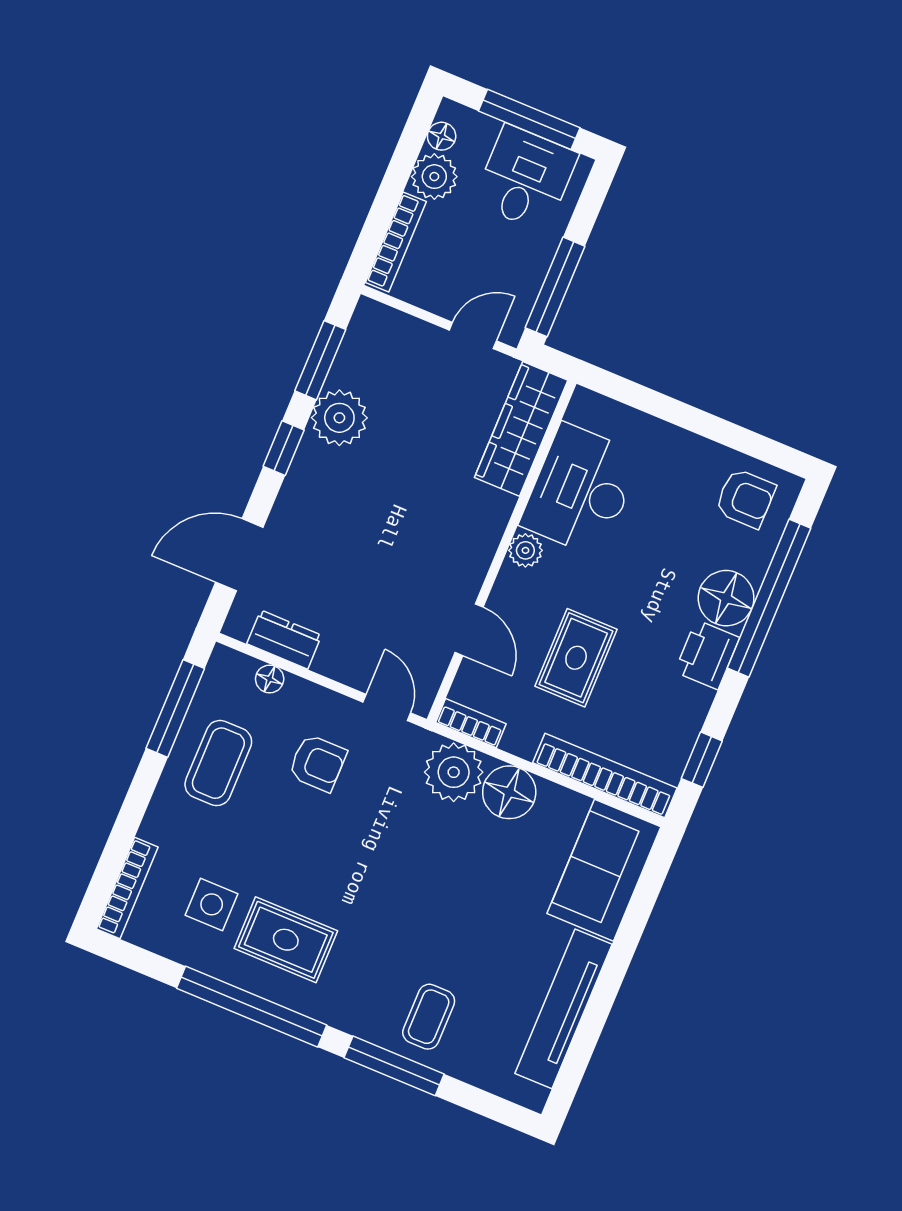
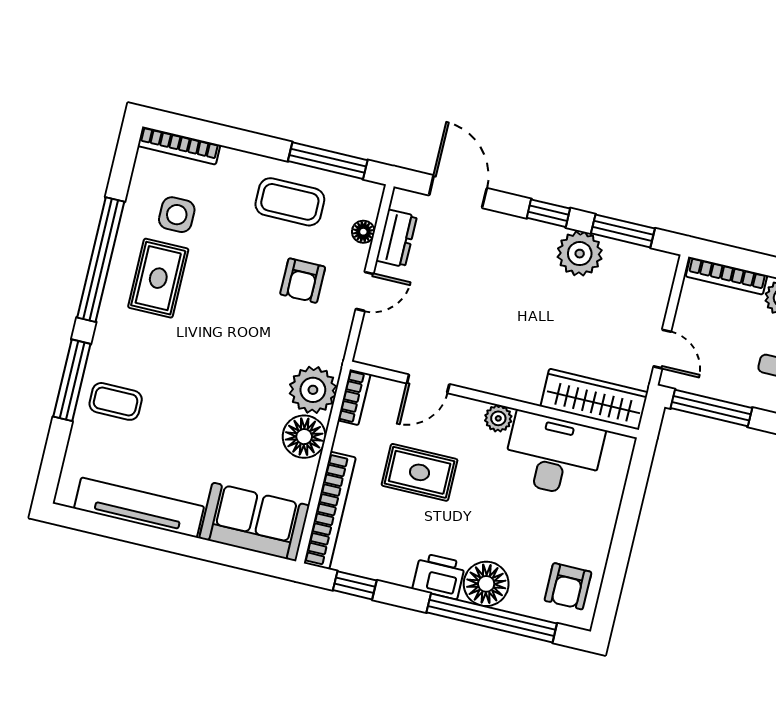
door: (387, 707) -> (365, 291), moved

